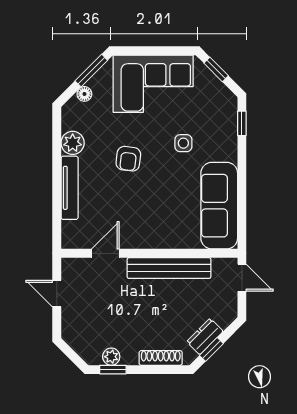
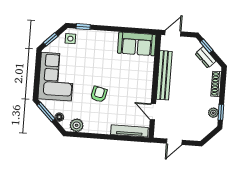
plant: (73, 143) -> (77, 125), moved
side table: (183, 143) -> (70, 39), moved
armchair: (128, 159) -> (99, 94), turned -84
tv unit: (70, 188) -> (129, 131), moved
sofa: (219, 206) -> (137, 44), width x0.73
window: (211, 349) -> (207, 46), moved

